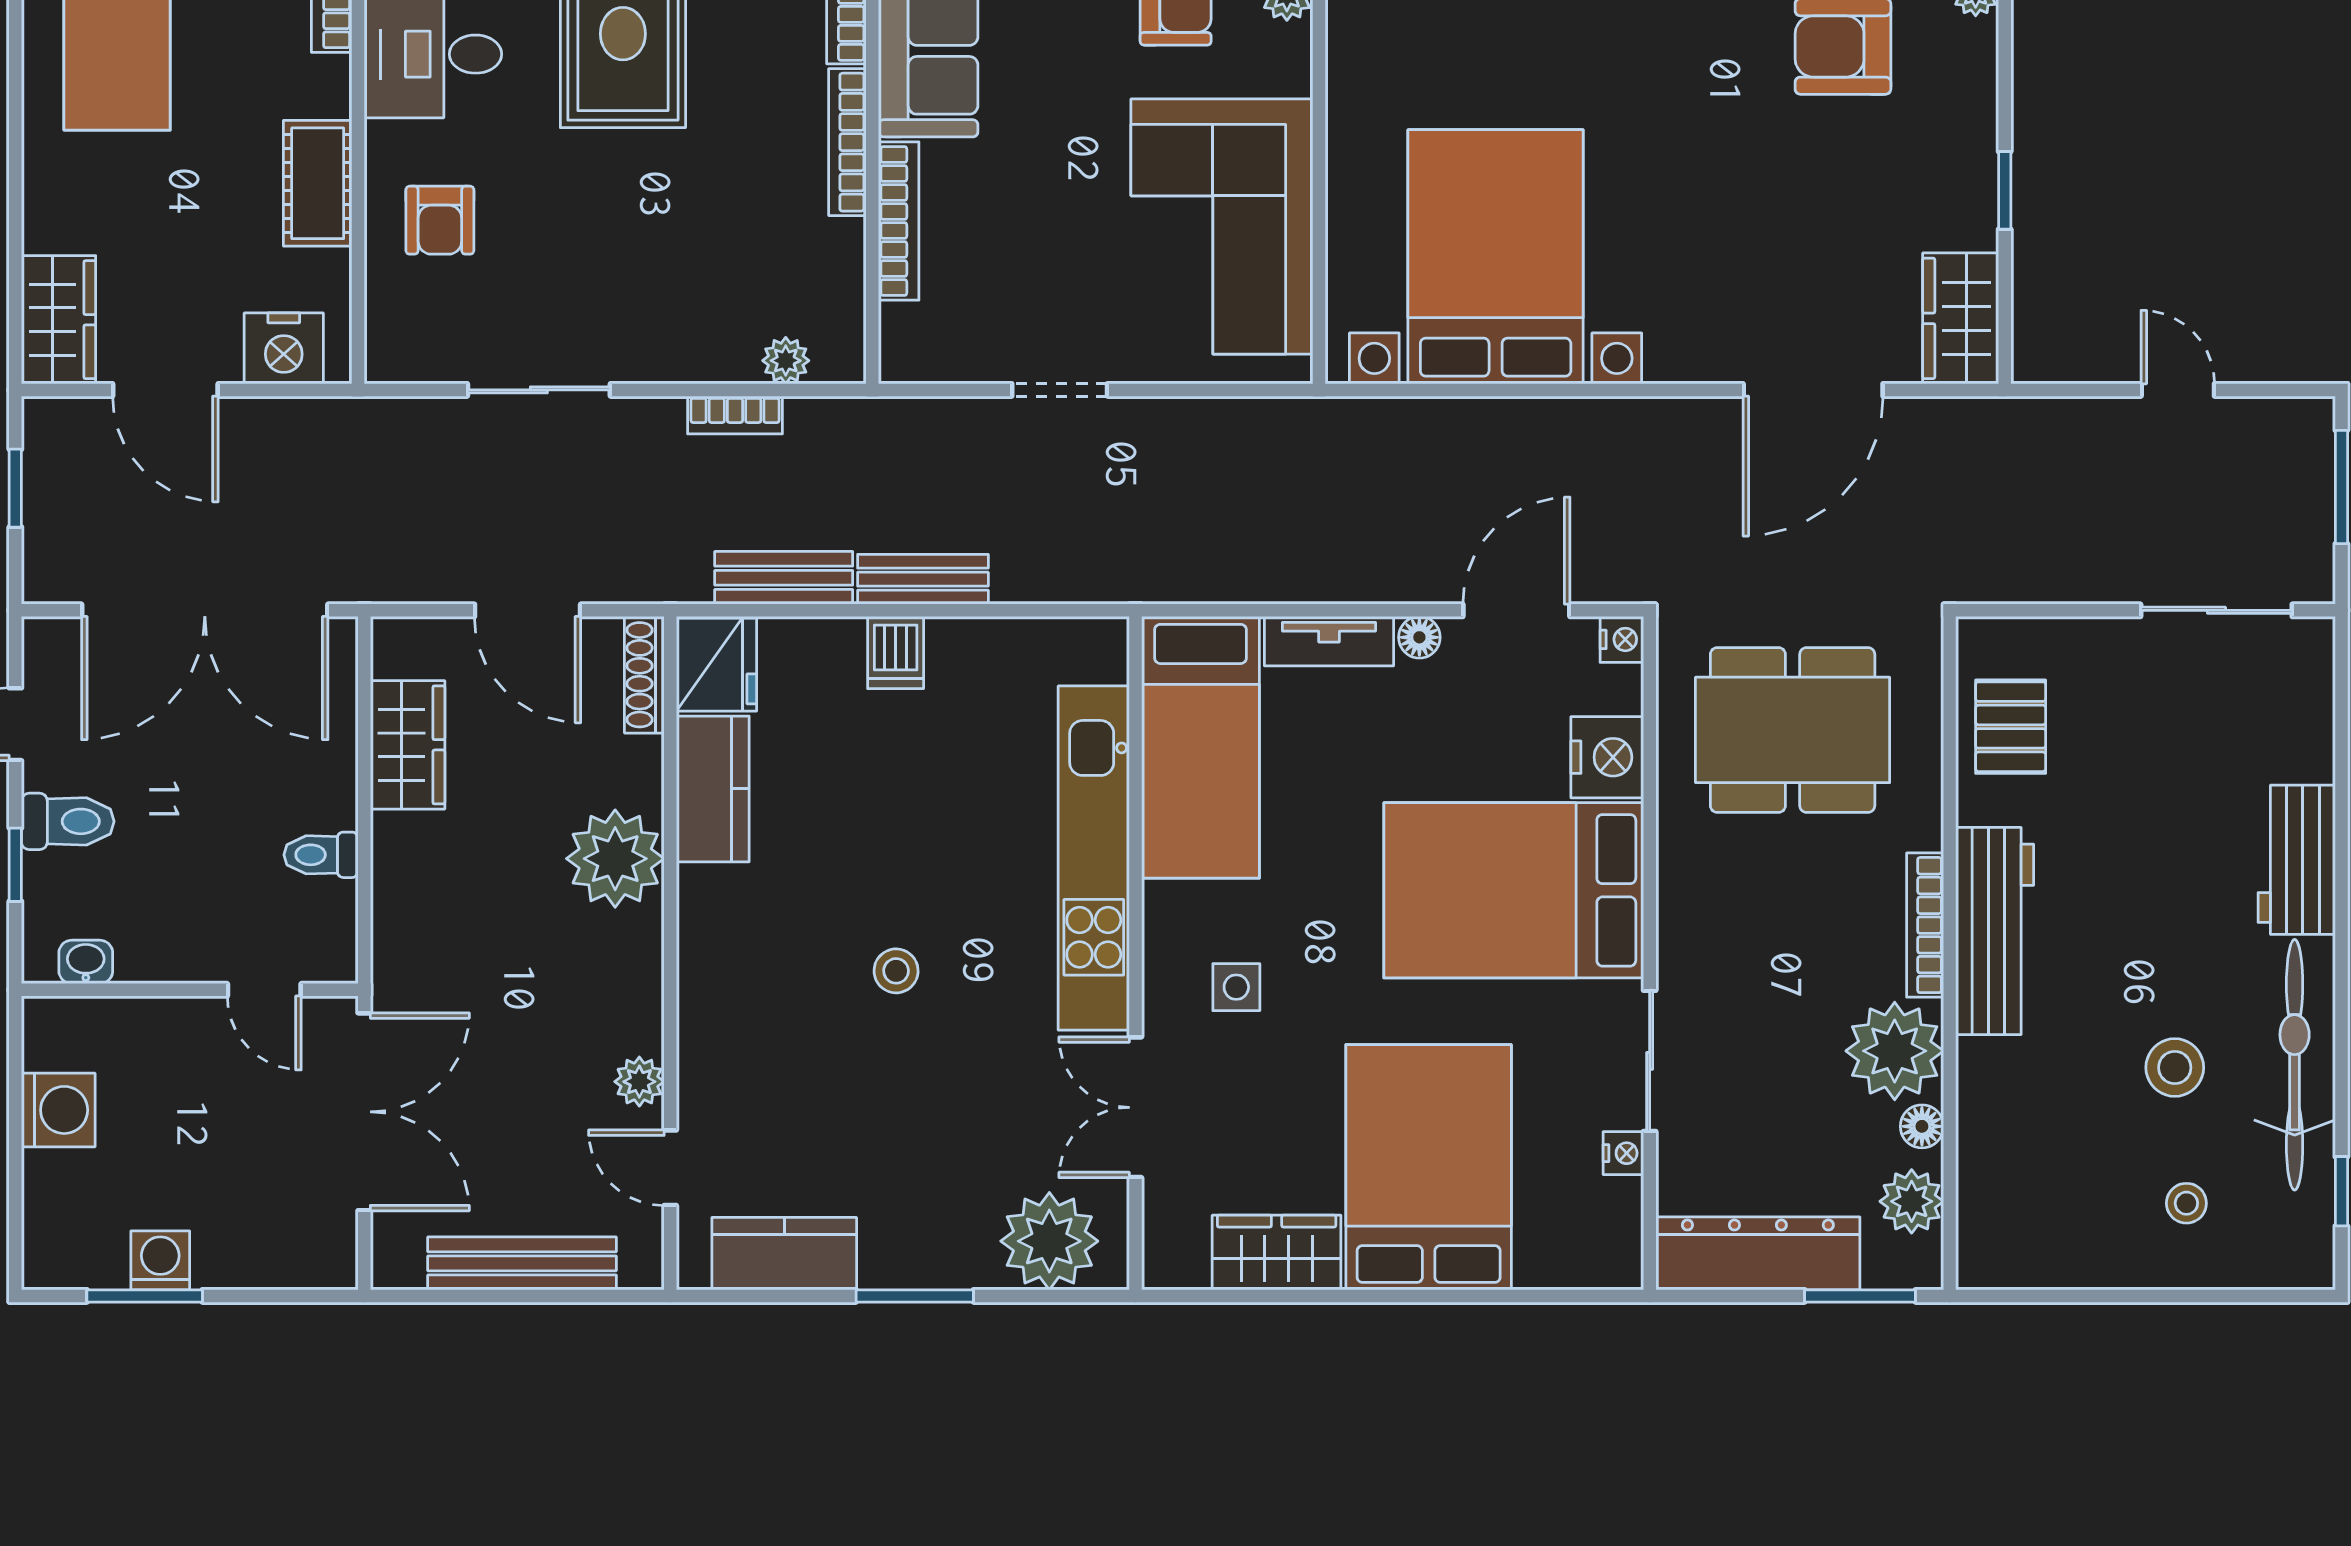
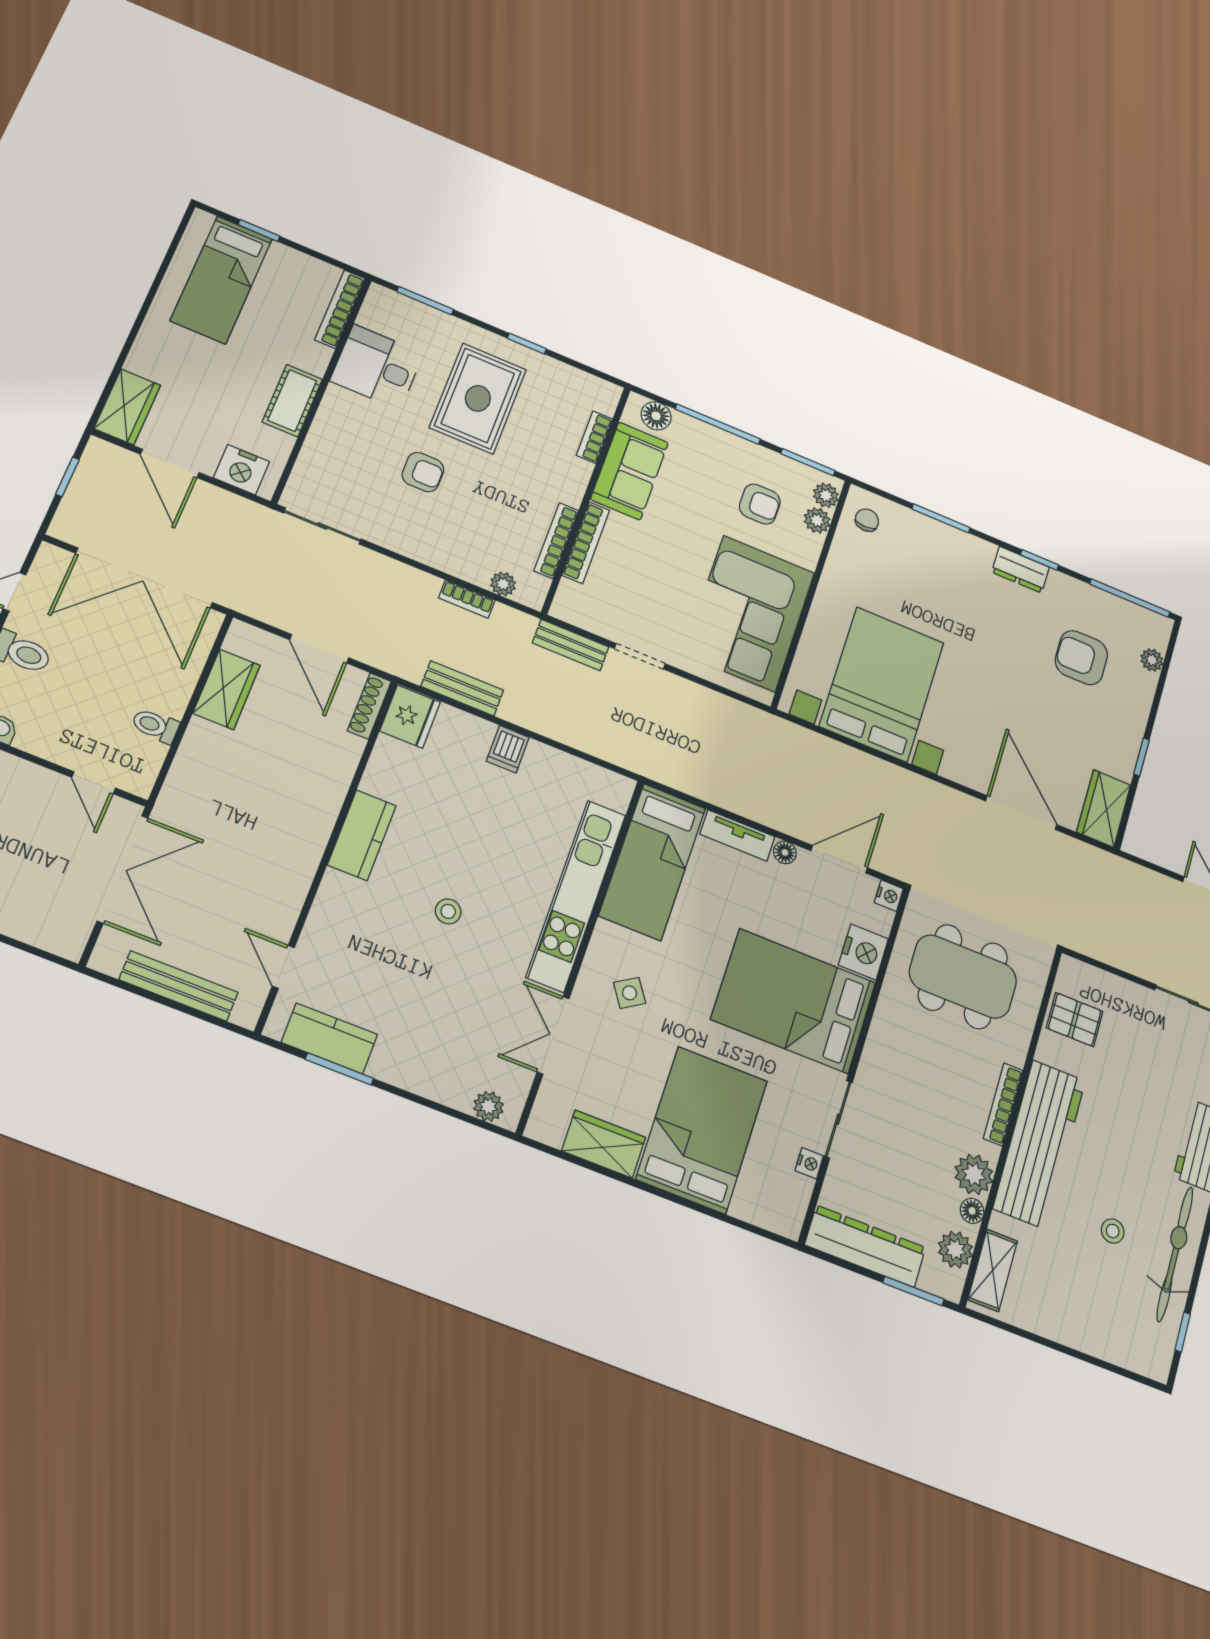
bookcase: (847, 142) -> (556, 541), moved
armchair: (440, 220) -> (423, 472), moved, turned -90
sliding door: (539, 390) -> (322, 526), moved
door: (1813, 390) -> (1021, 813), swing flipped
bench: (923, 579) -> (571, 645), moved
pallet: (2011, 727) -> (1075, 1020), turned 90
kitchen counter: (713, 789) -> (362, 835), moved
plant: (615, 859) -> (317, 792), removed
workbench: (1995, 931) -> (1039, 1144), width x1.36, depth x1.32
side table: (1236, 987) -> (630, 993), turned -33
plant: (1895, 1051) -> (974, 1174), width x0.73, depth x0.73
stool: (2175, 1068) -> (1113, 1231), width x0.73, depth x0.73
plant: (639, 1082) -> (284, 914), removed
stool: (2186, 1203) -> (1100, 1307), removed
shelving: (1985, 1212) -> (993, 1270), added
plant: (1049, 1241) -> (488, 1106), width x0.53, depth x0.53
window: (915, 1296) -> (339, 1069), moved

